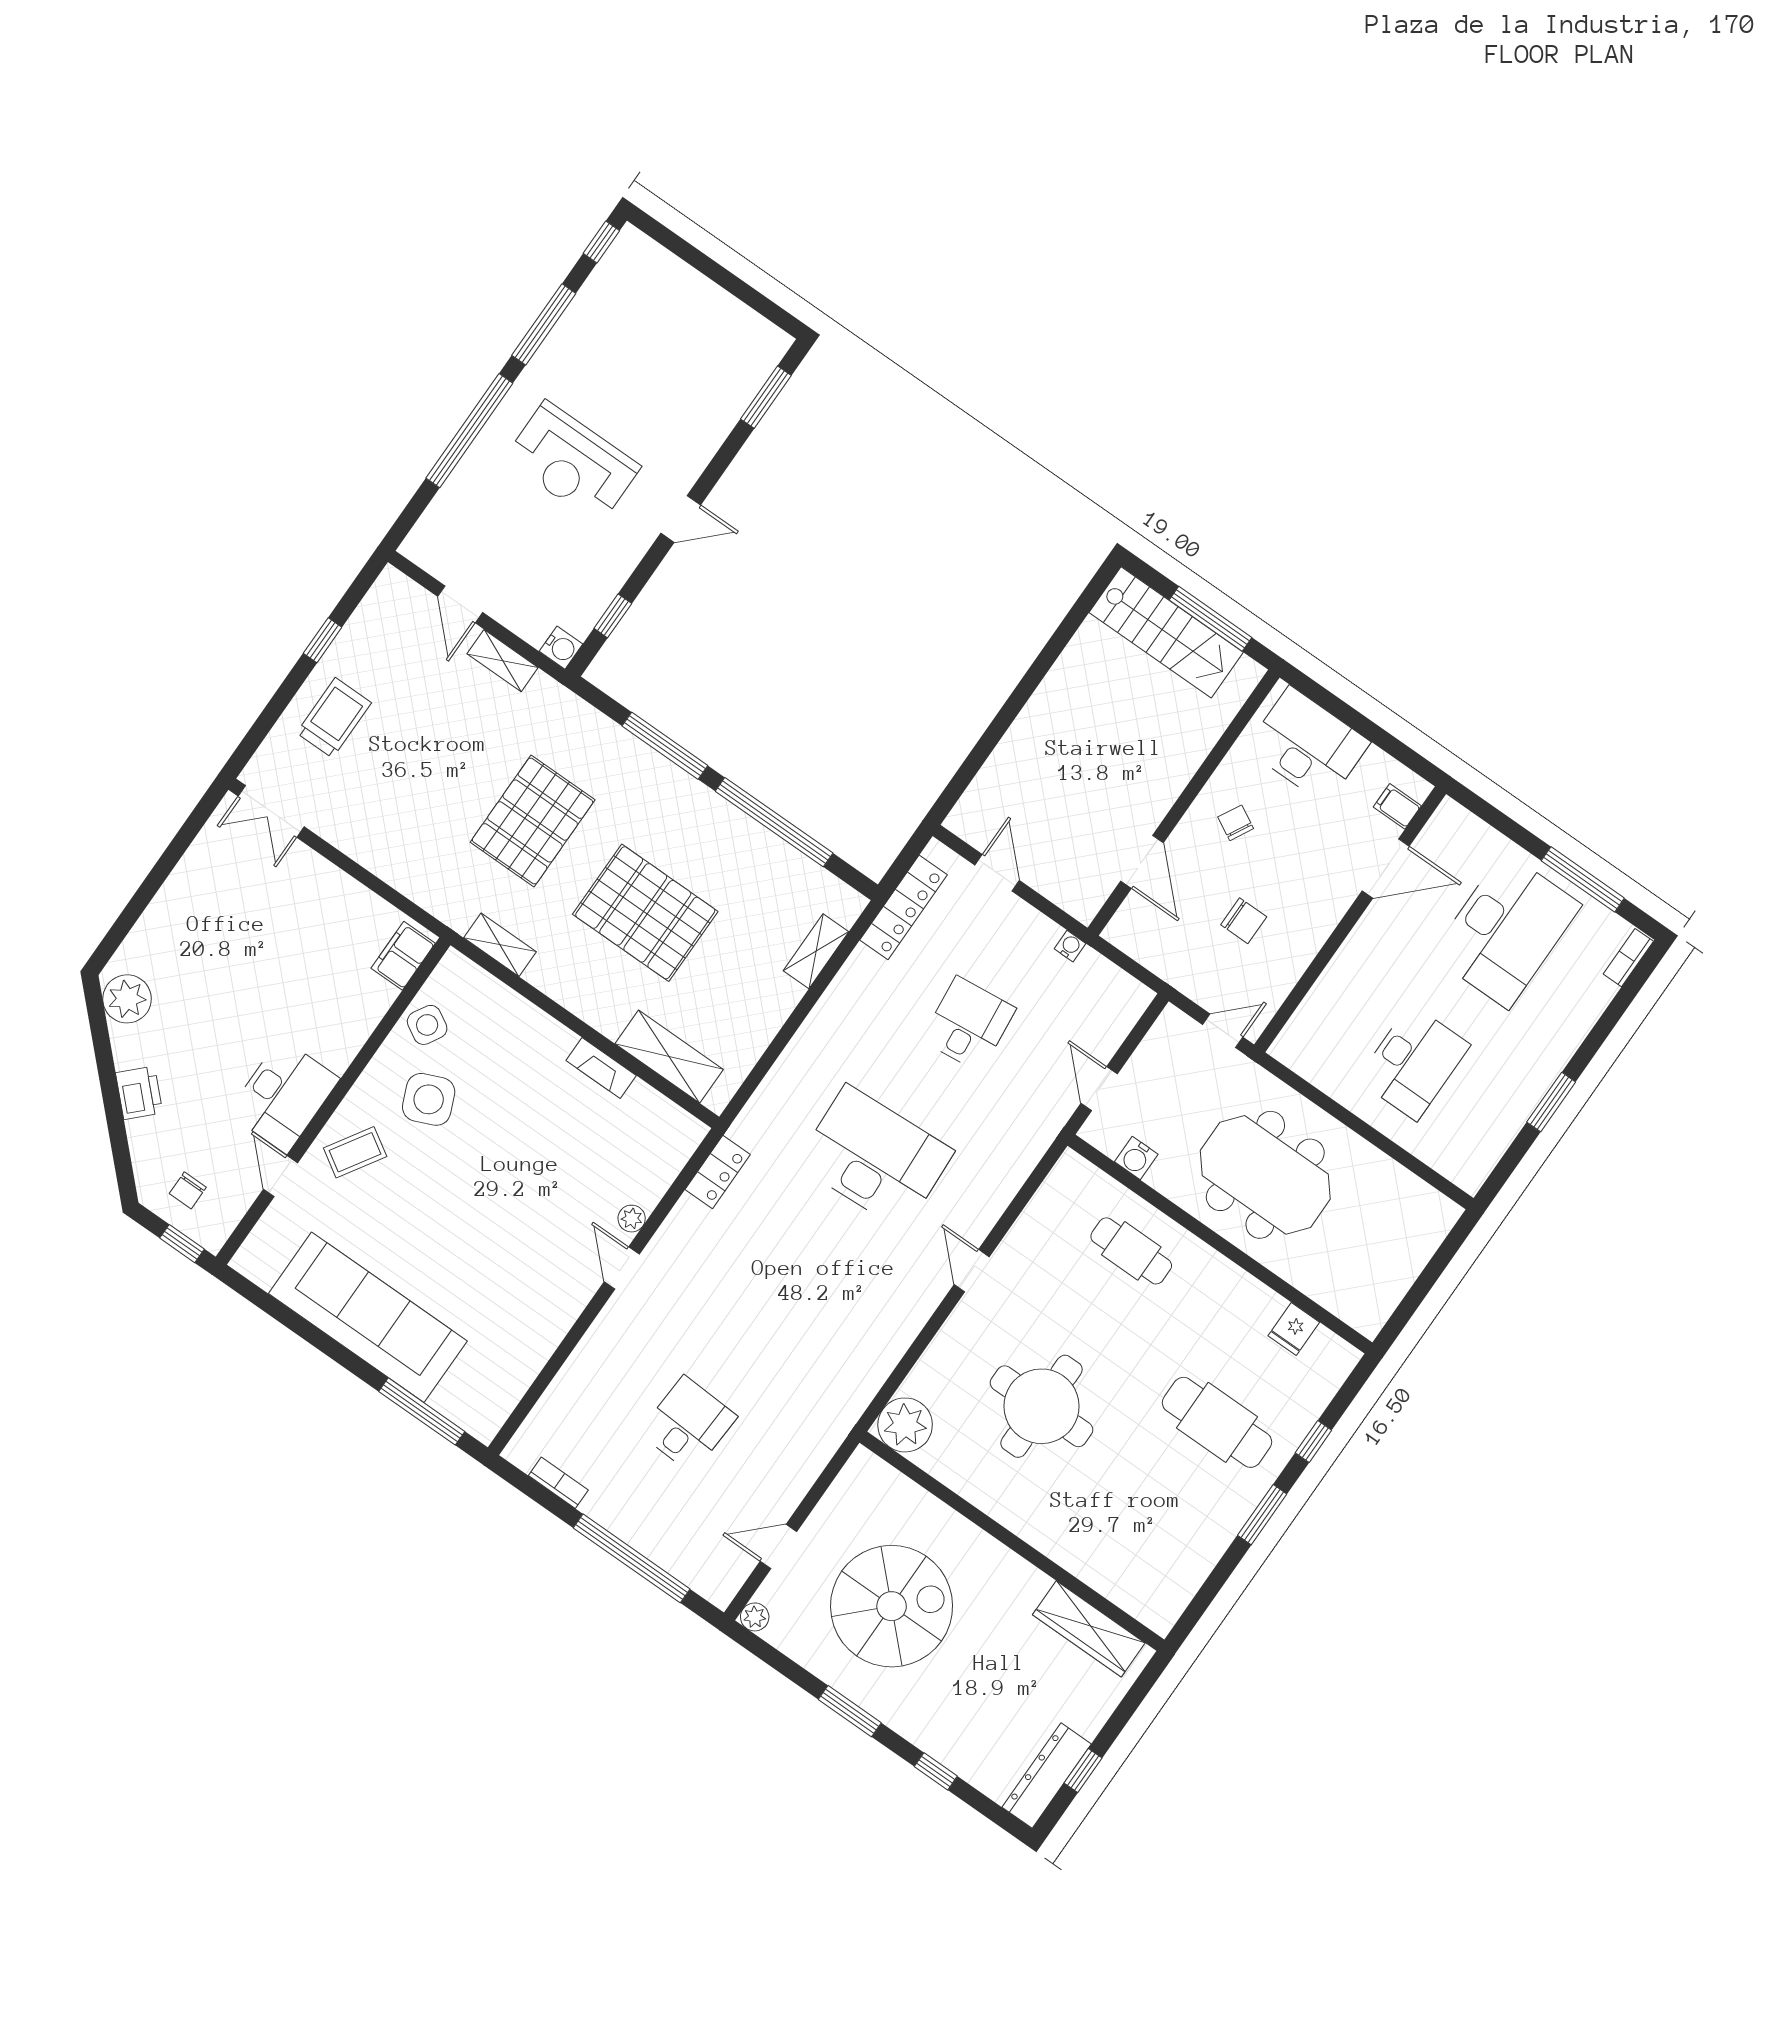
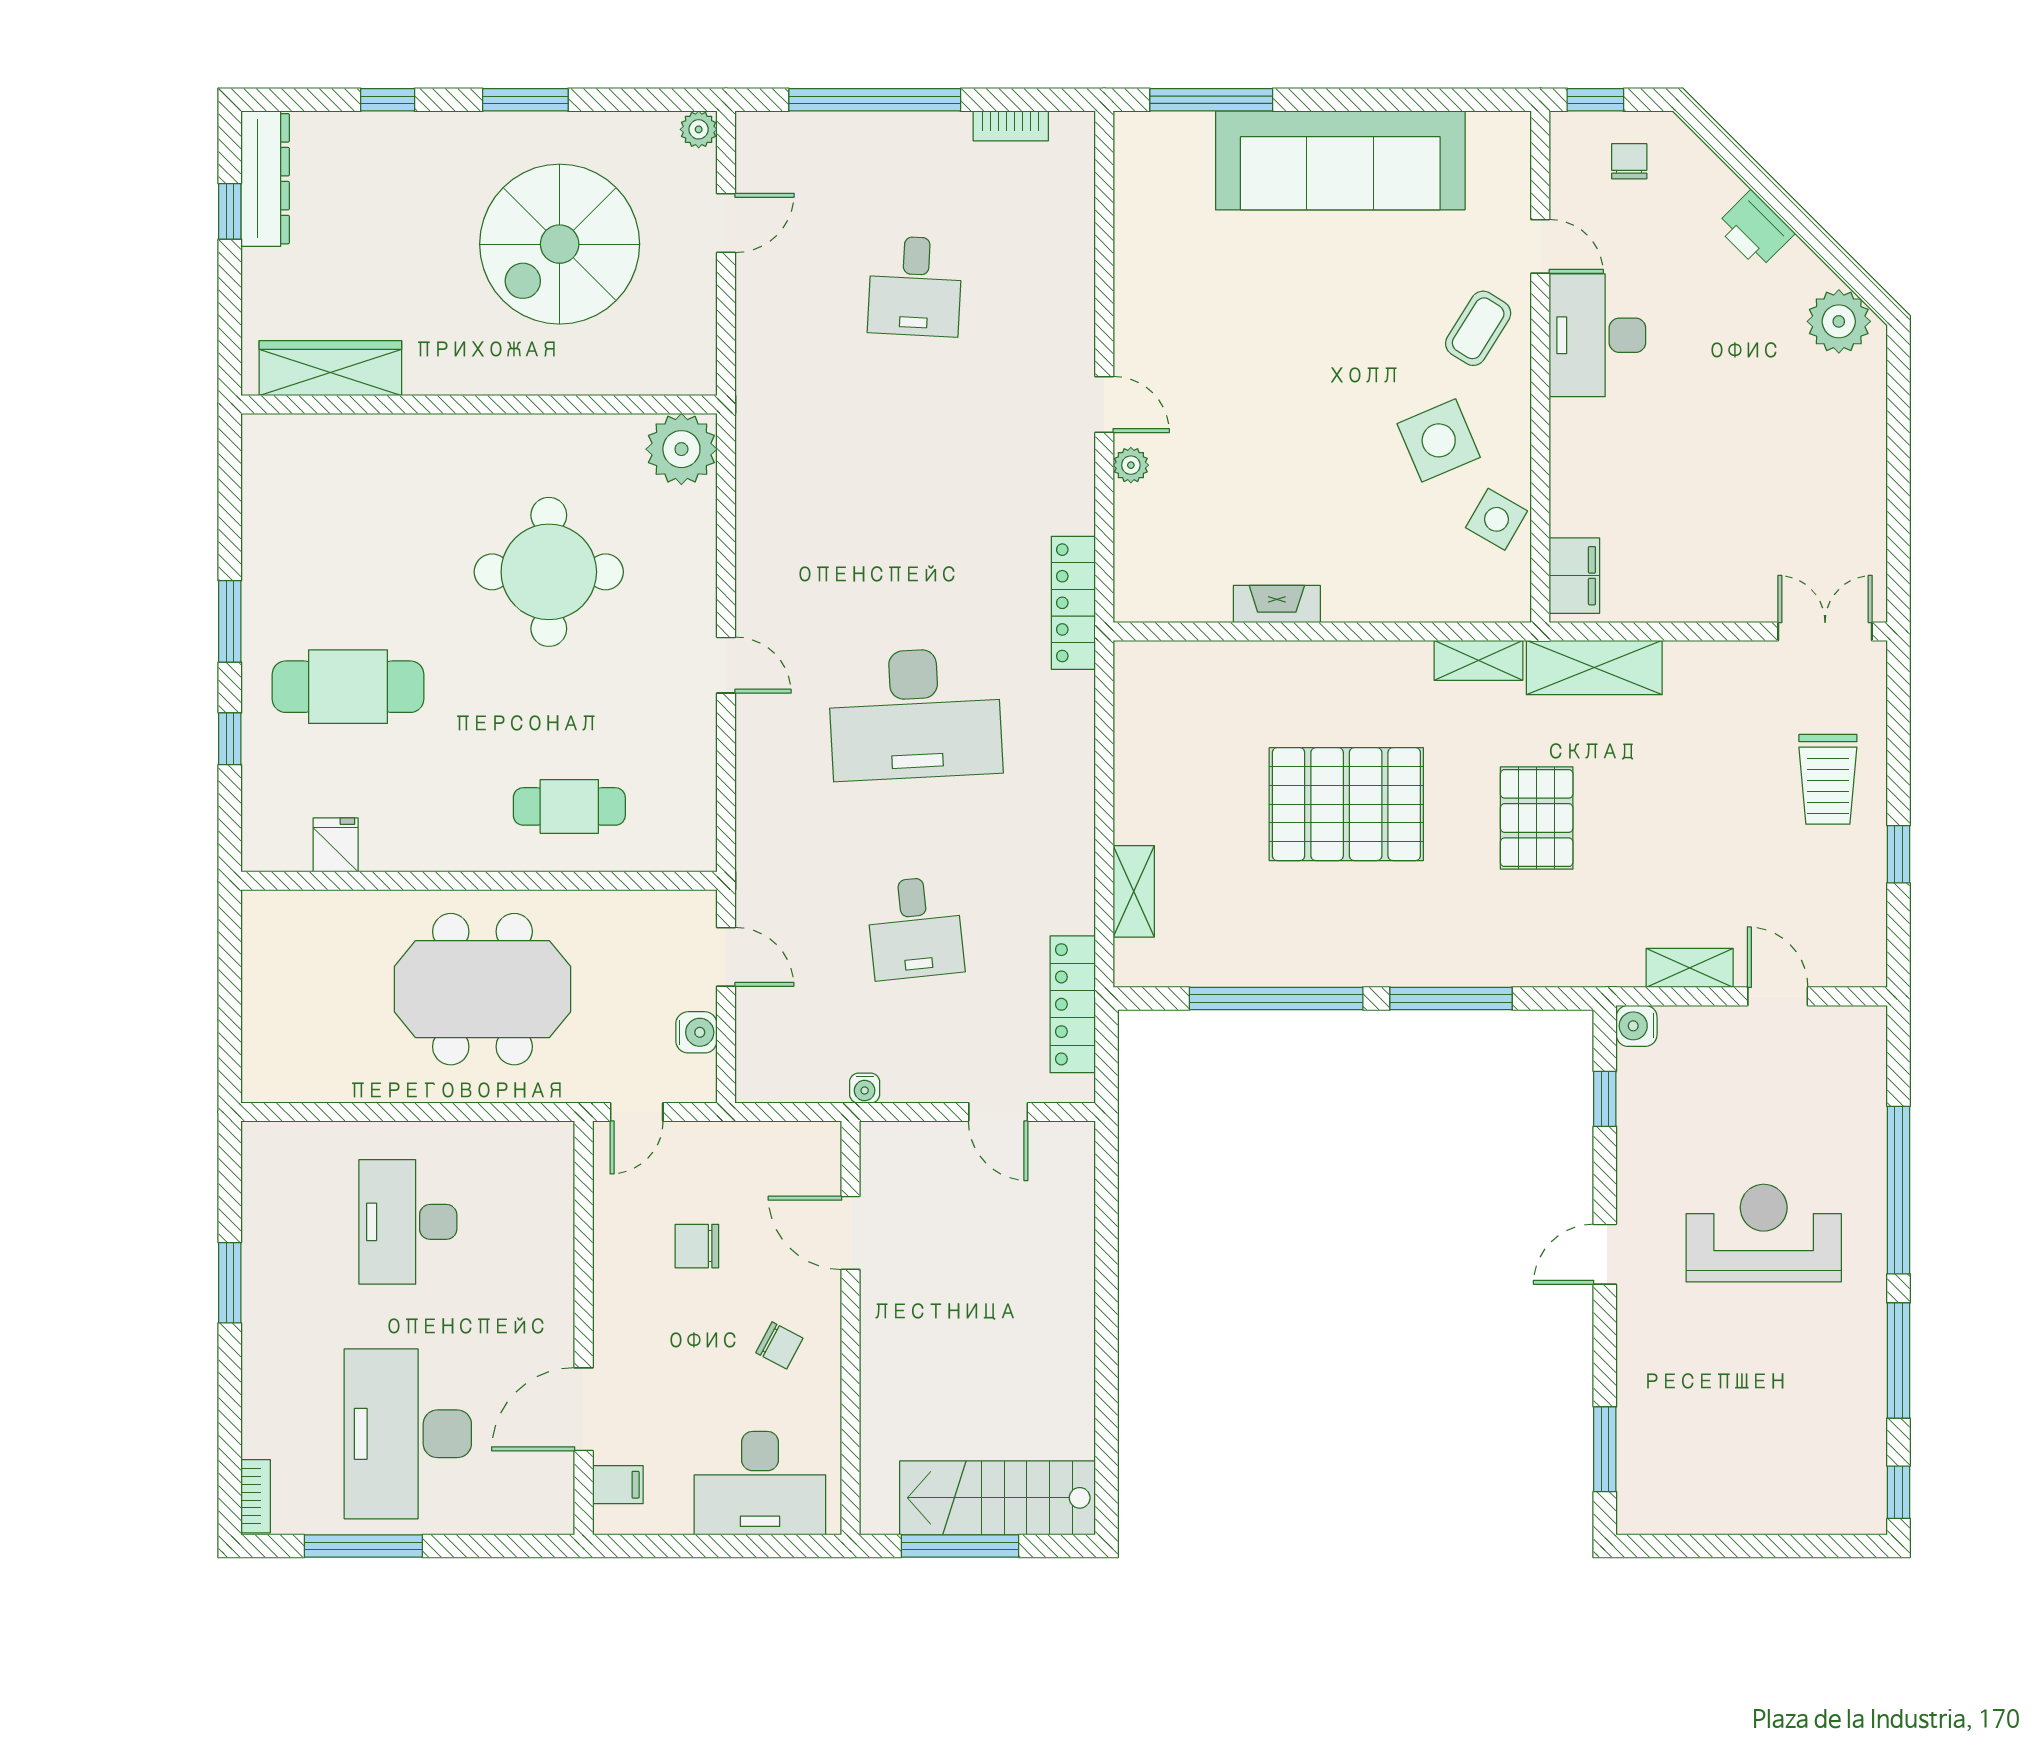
pallet: (533, 821) -> (1537, 818), width x0.73, depth x0.71
shelving: (669, 1057) -> (1594, 668), moved
water cooler: (1136, 1158) -> (696, 1032), moved, turned 90
locker: (718, 1172) -> (1073, 603), width x1.53

